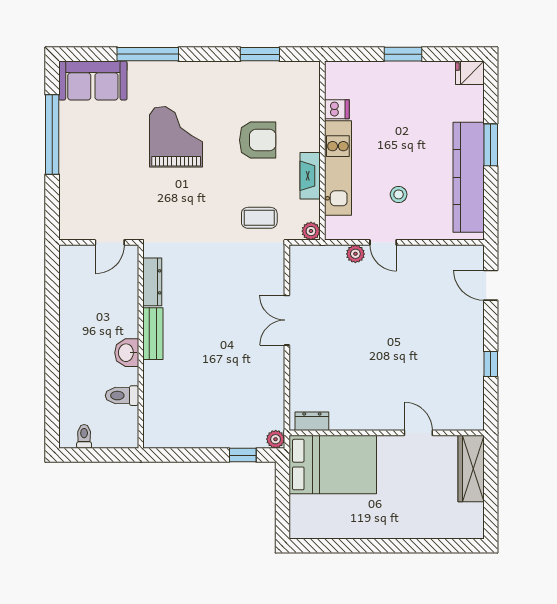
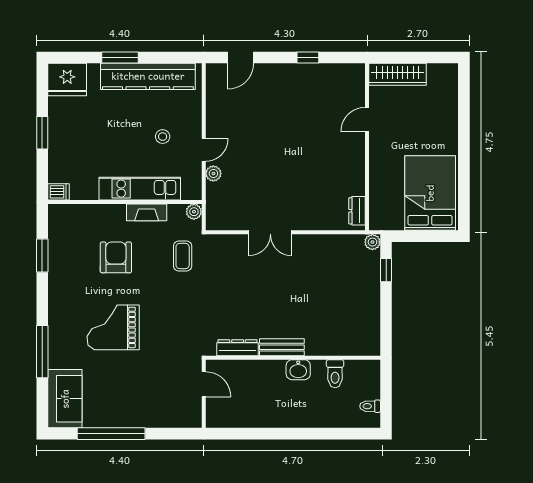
fridge: (470, 73) -> (67, 80), width x1.88, depth x1.34
dishwasher: (337, 109) -> (58, 192), moved, turned 90
bed: (333, 465) -> (430, 193), moved

